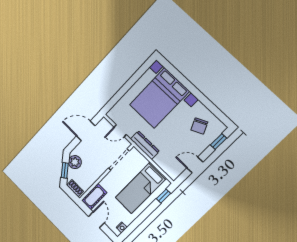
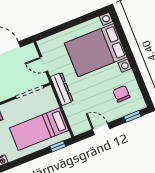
chair: (199, 126) -> (121, 94), turned 113

